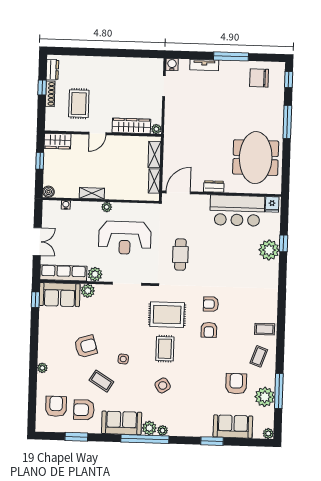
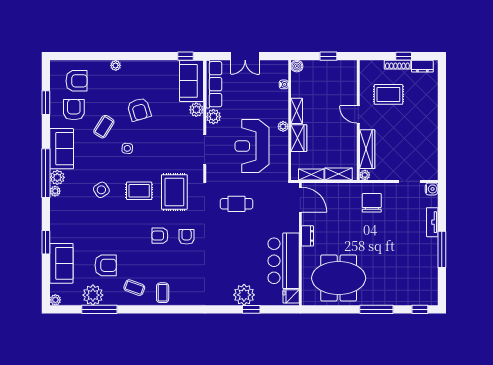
chair: (259, 78) -> (372, 203), moved
wardrobe: (57, 141) -> (299, 138), moved, turned 180

